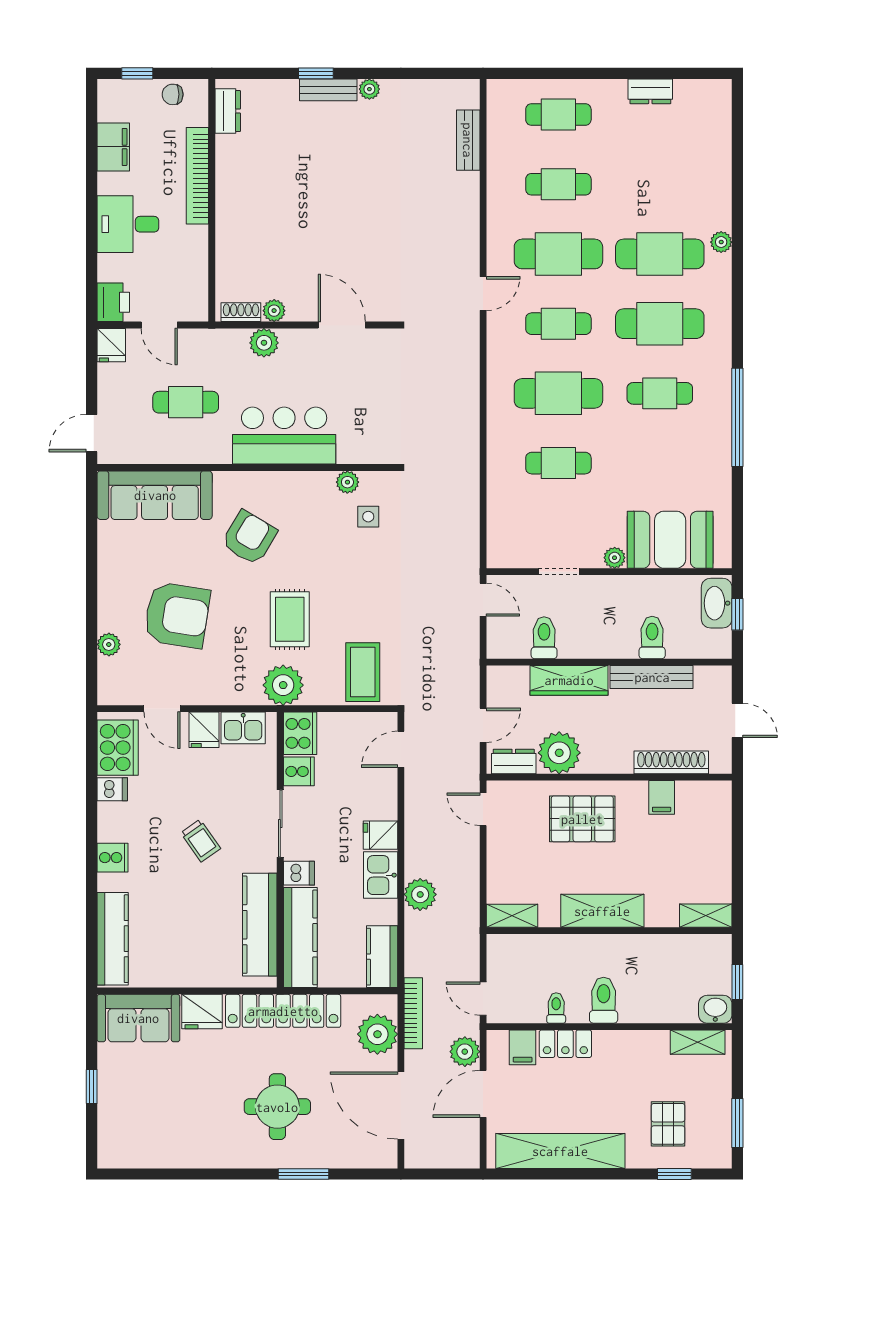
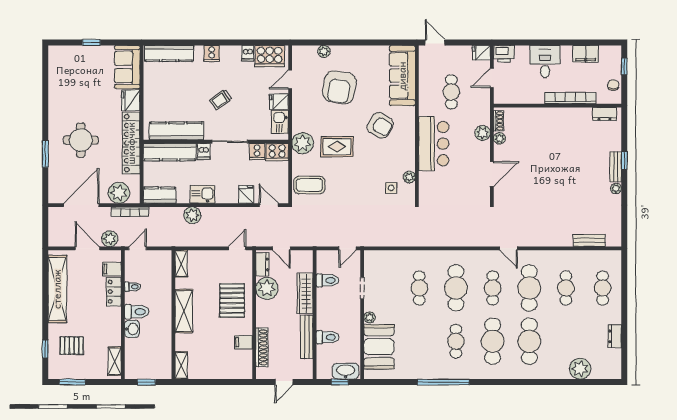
plant: (721, 242) -> (580, 369), moved, width x1.88, depth x1.88
fridge: (381, 835) -> (246, 194), moved
washbasin: (715, 1009) -> (132, 329), moved

